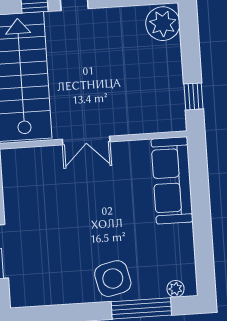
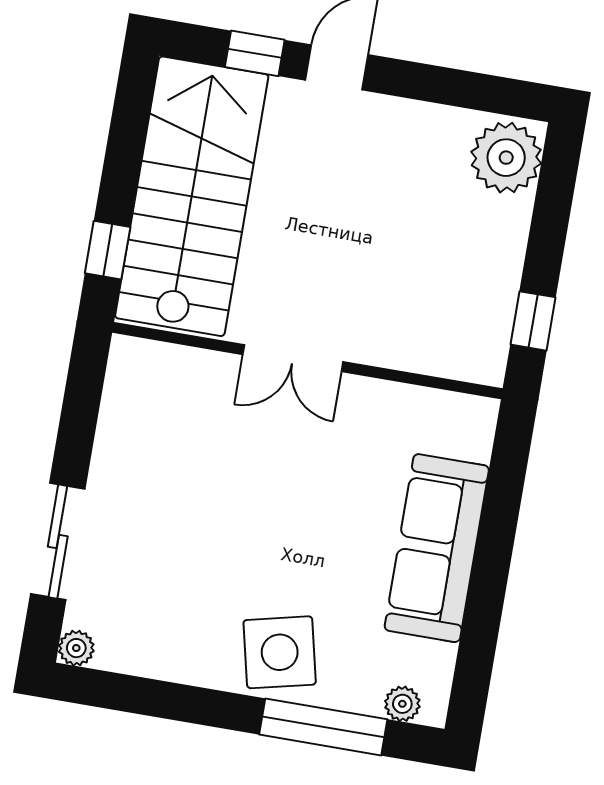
sofa: (172, 180) -> (437, 548), moved
plant: (18, 299) -> (76, 648), added

